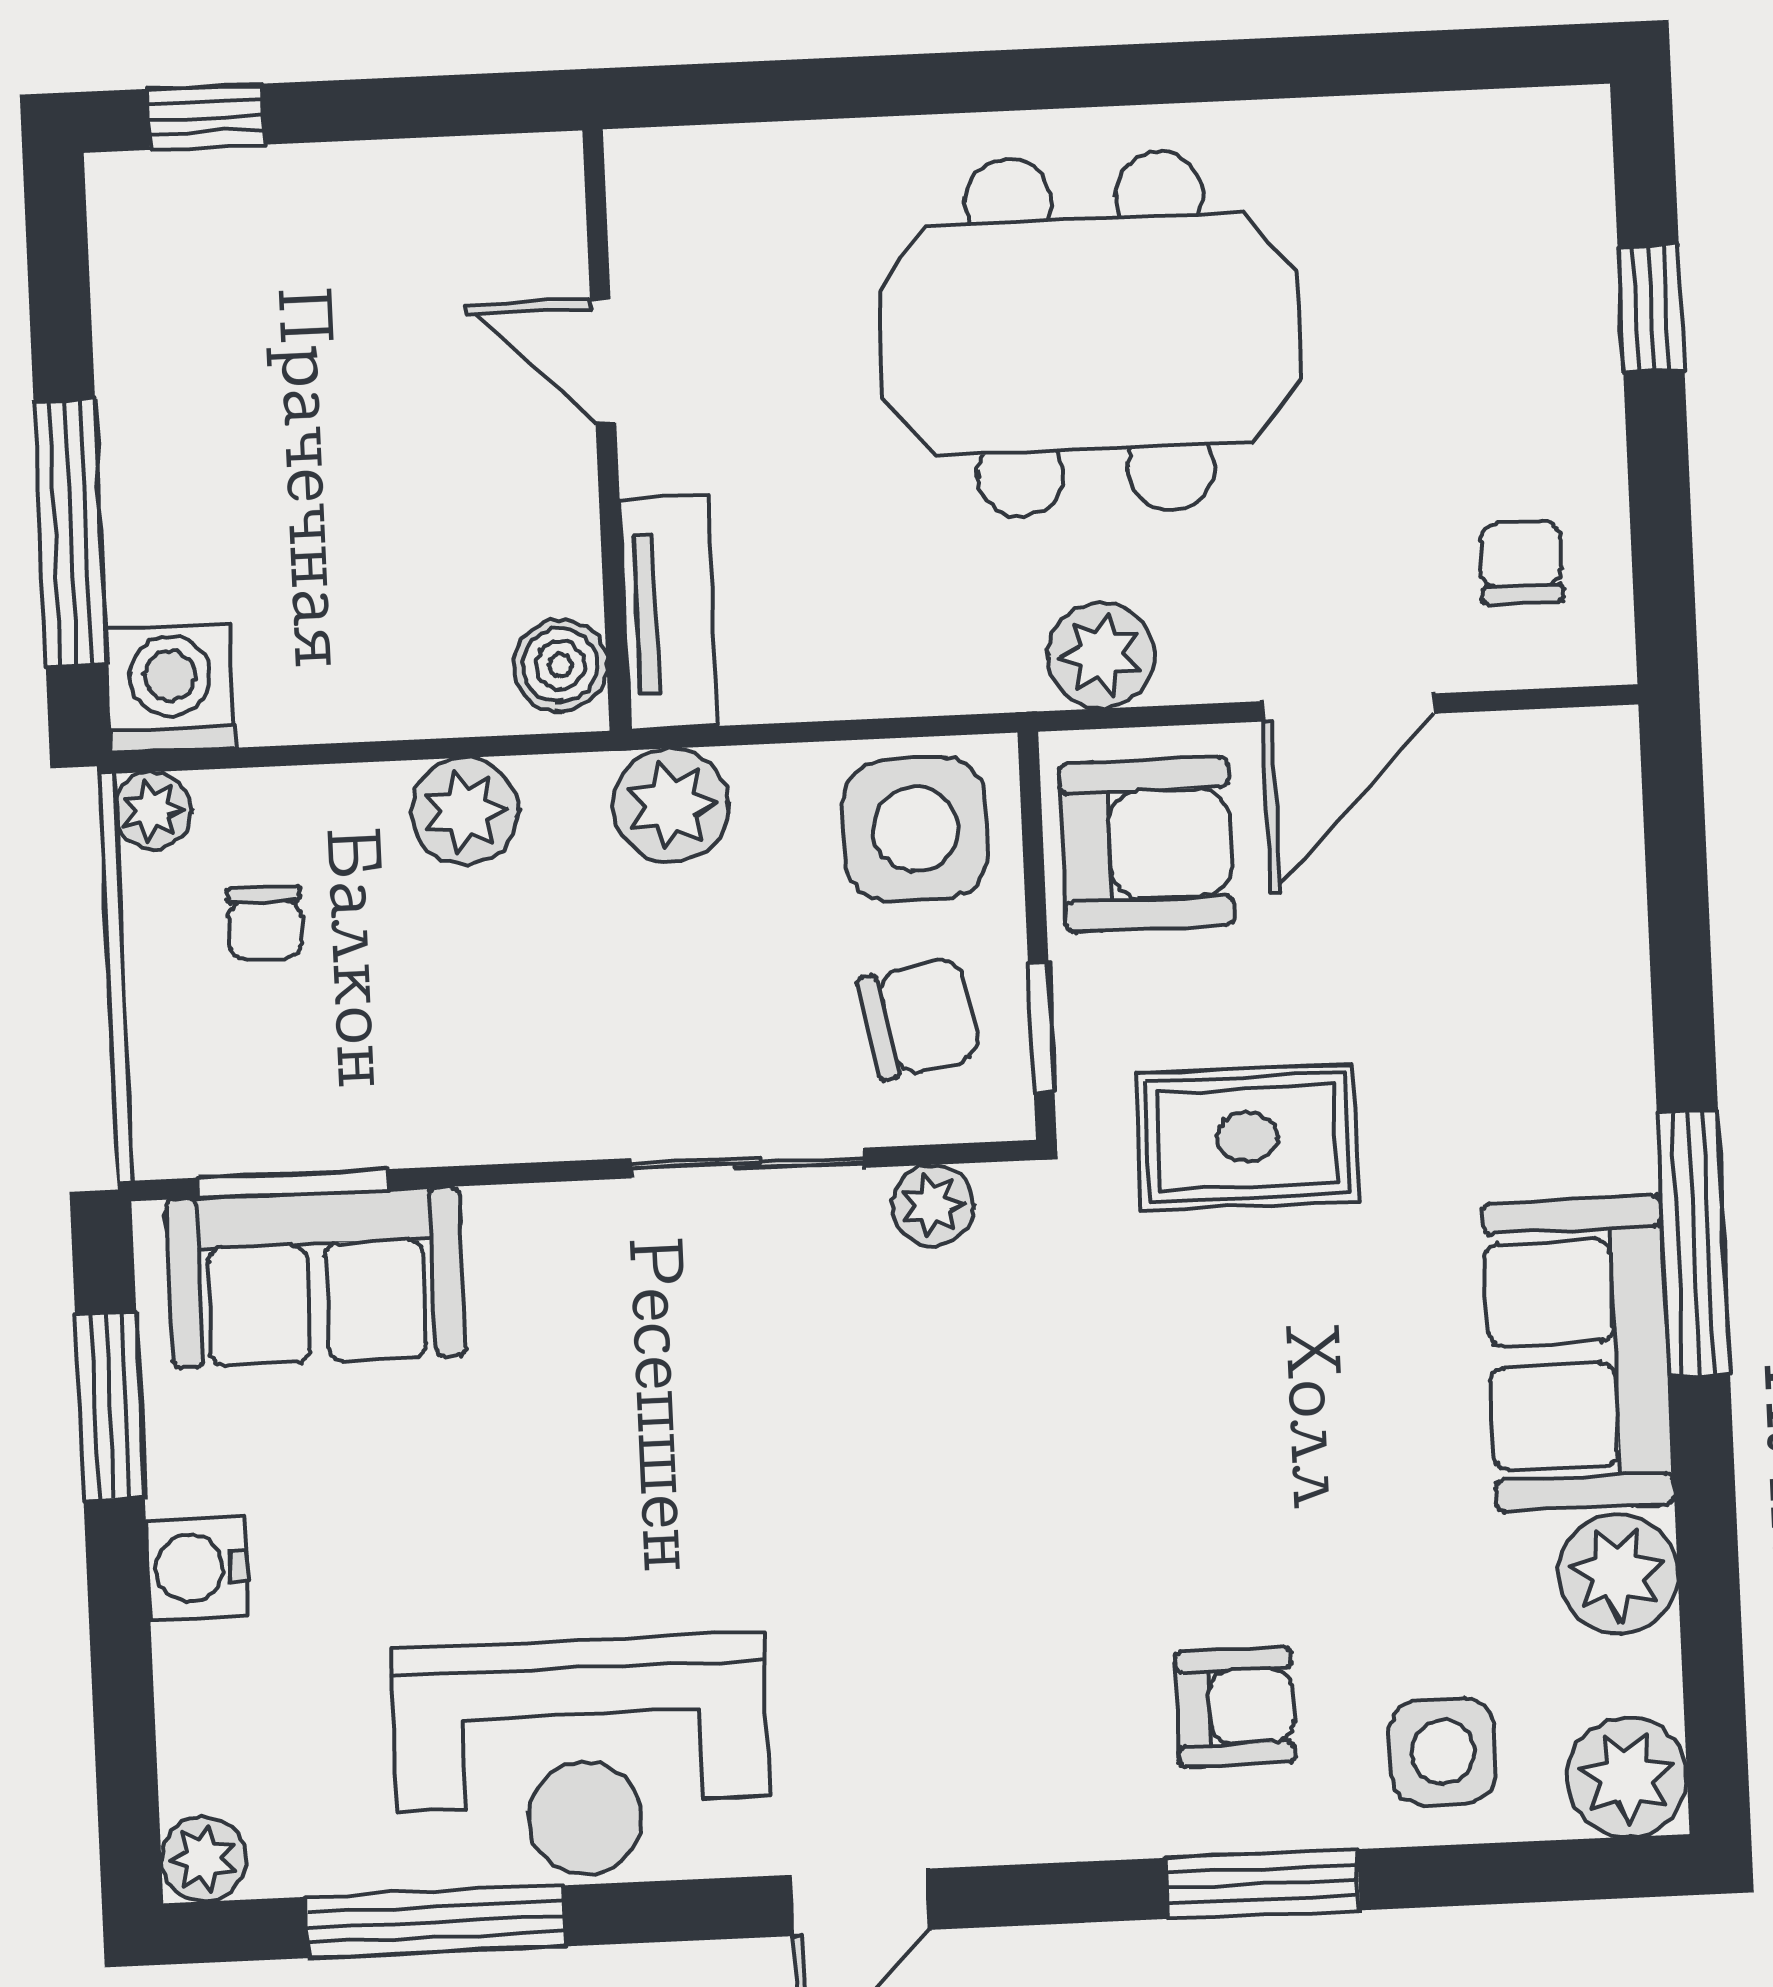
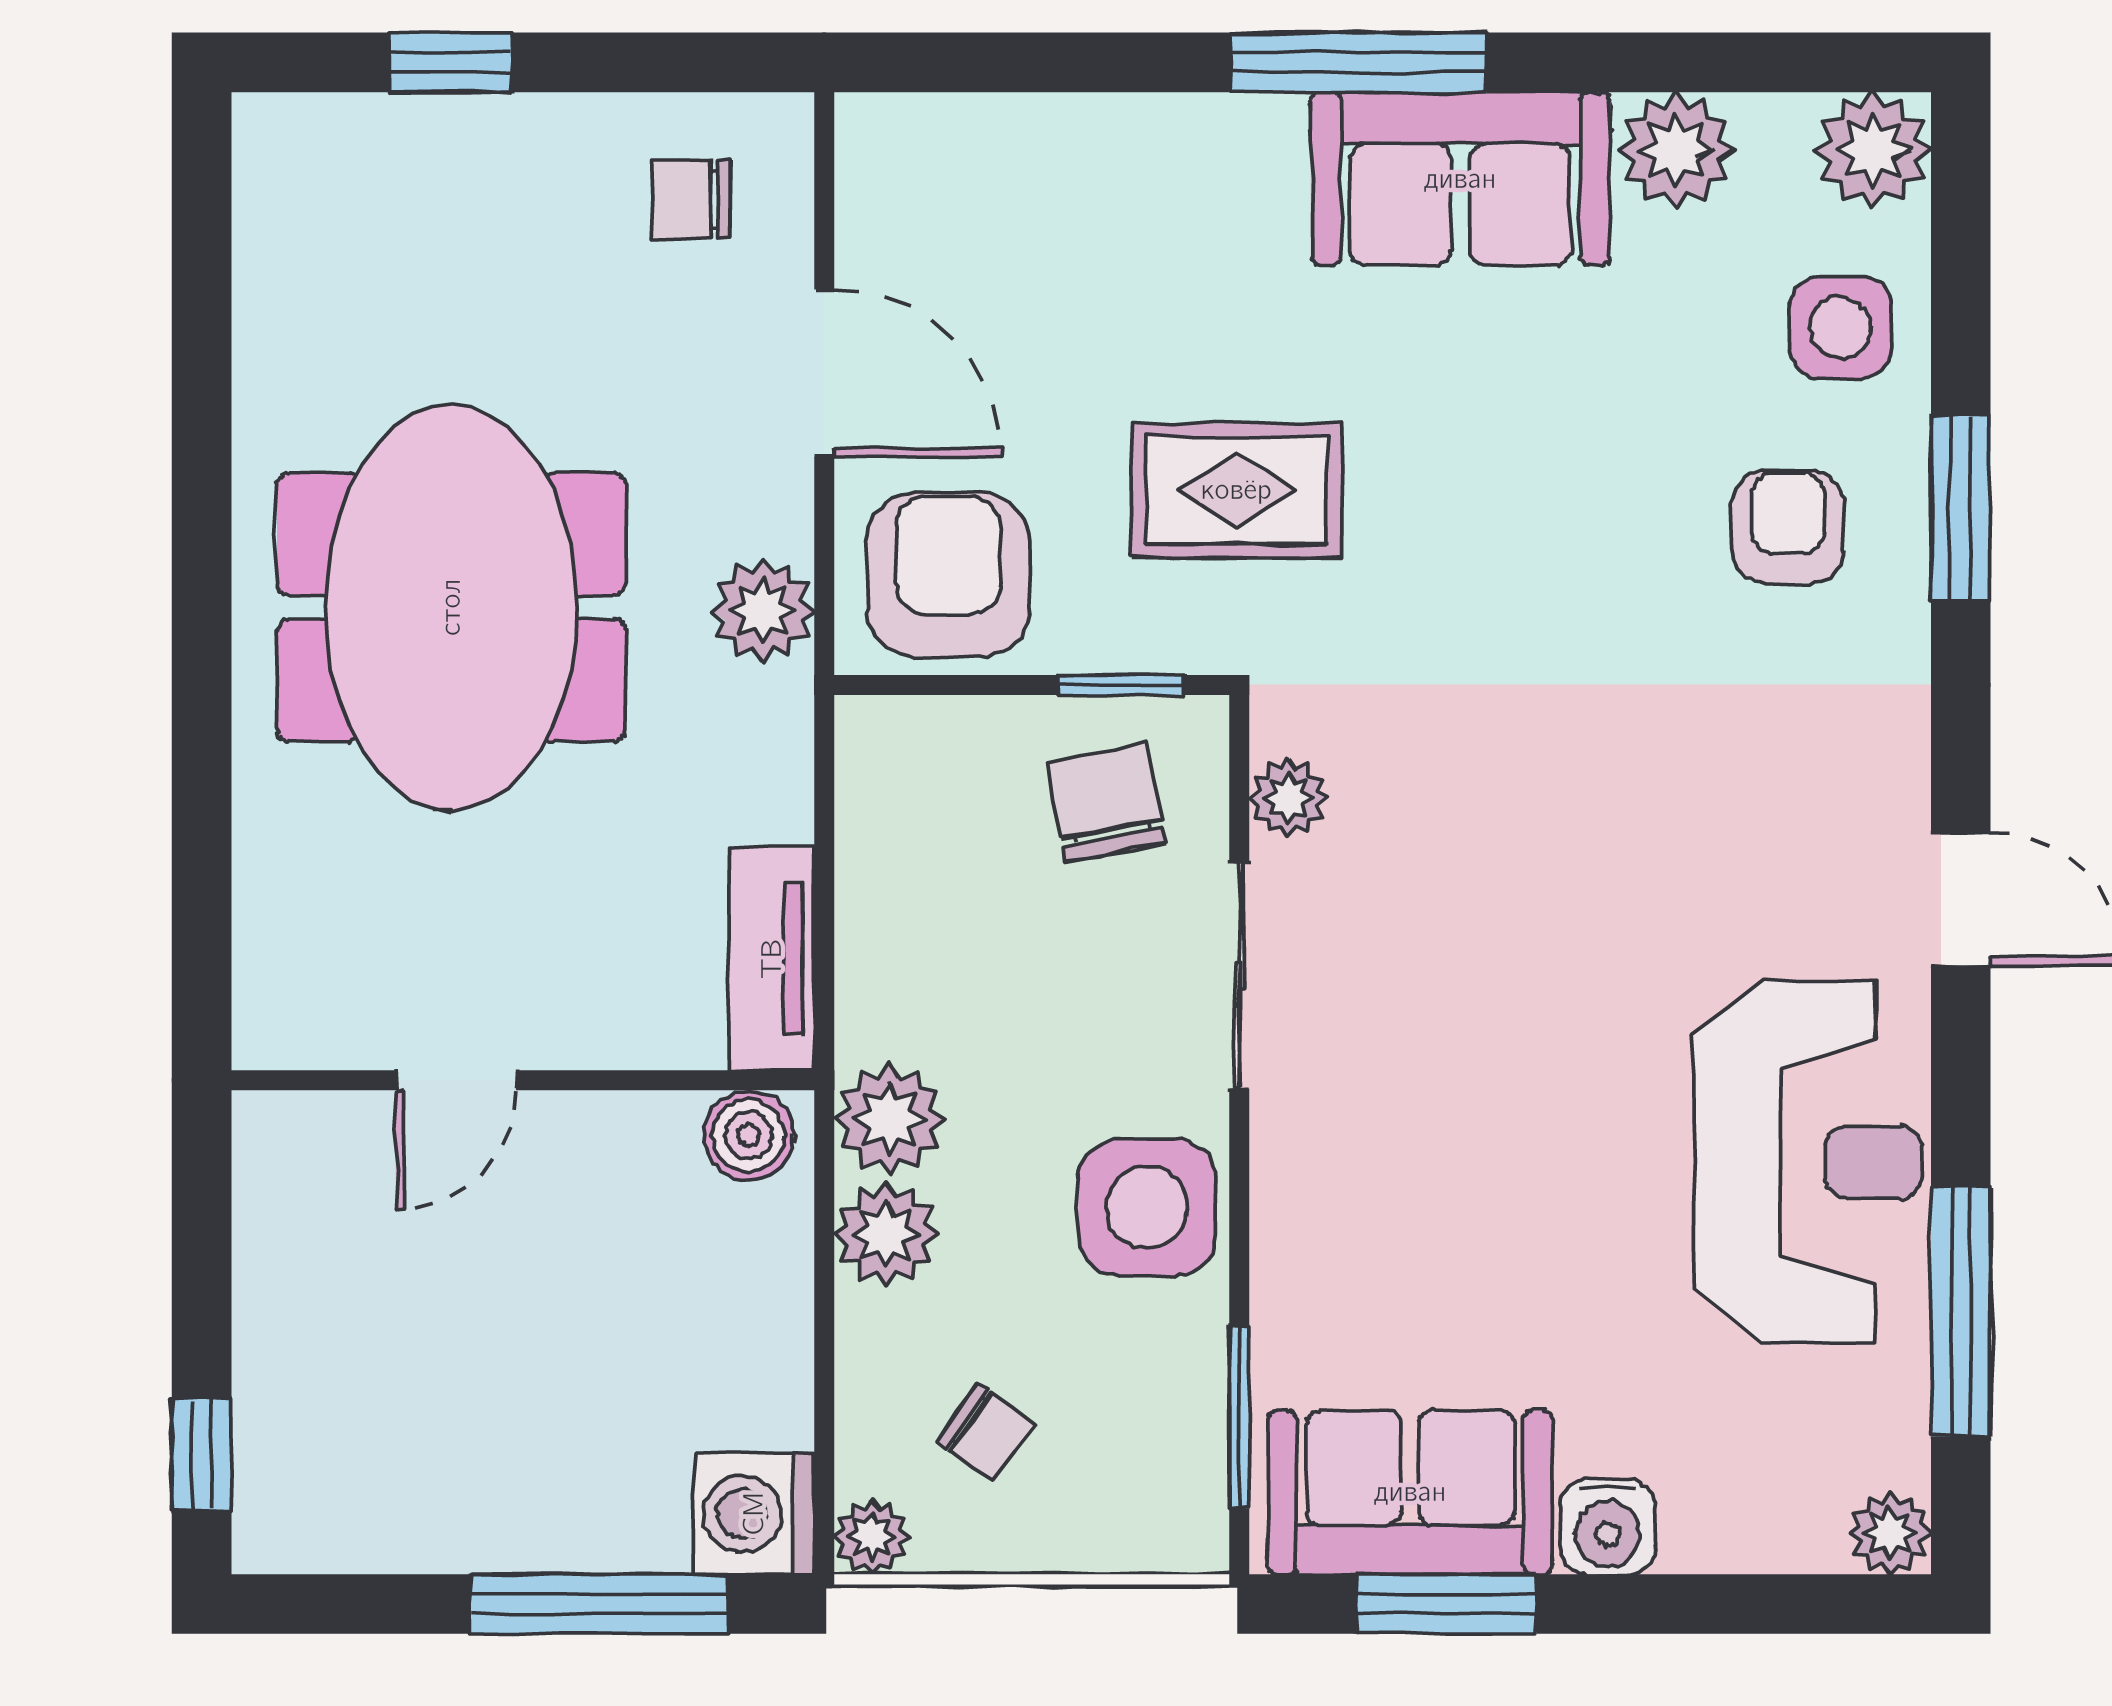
tv unit: (669, 613) -> (772, 959), moved, turned -90
plant: (671, 806) -> (890, 1119), moved
side table: (915, 829) -> (1147, 1207), moved
chair: (265, 923) -> (986, 1433), turned 35
rug: (1247, 1137) -> (1236, 490), turned 90
sofa: (316, 1277) -> (1410, 1492), moved, turned -90

